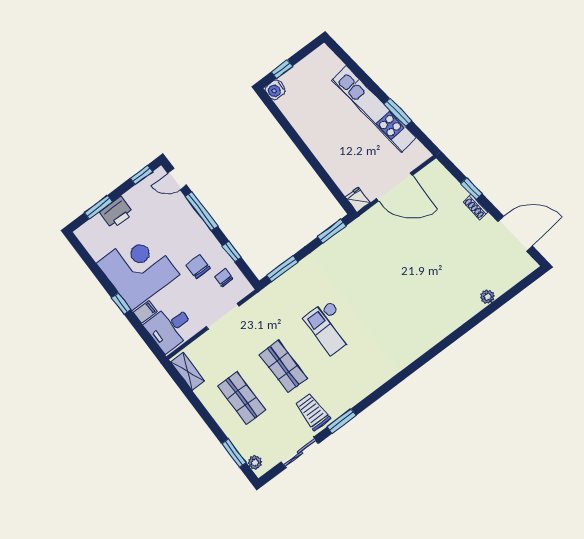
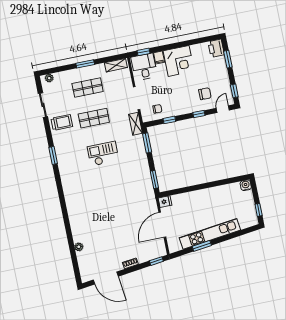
window: (282, 69) -> (259, 210), moved
window: (471, 189) -> (156, 261), moved
window: (202, 211) -> (199, 114), width x0.46
printer: (117, 213) -> (216, 48), moved
door: (515, 234) -> (106, 278), hinge flipped
chair: (198, 267) -> (205, 94), moved
corner desk: (138, 269) -> (179, 61), width x0.74, depth x0.74
shelving: (262, 300) -> (135, 124), added
window: (121, 303) -> (144, 52), moved
window: (342, 421) -> (53, 155), moved
window: (234, 453) -> (85, 64), moved

